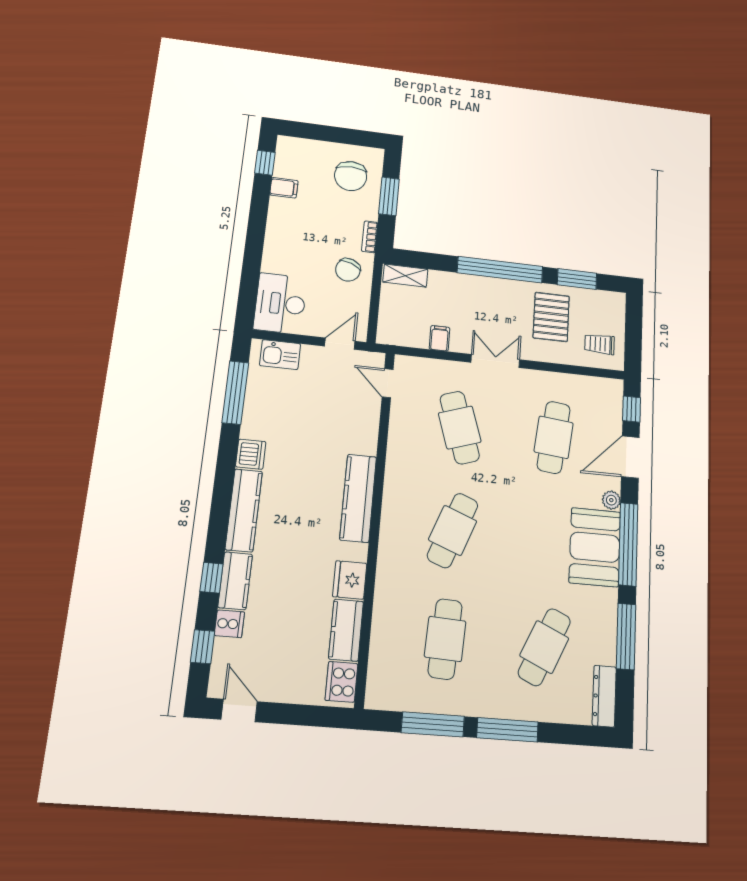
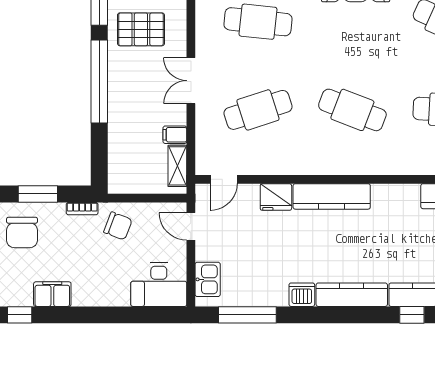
chair: (351, 176) -> (22, 233), turned 90
filing cabinet: (284, 188) -> (52, 294), width x2.00
shelving: (405, 276) -> (177, 166), moved
fridge: (350, 580) -> (276, 197), moved

